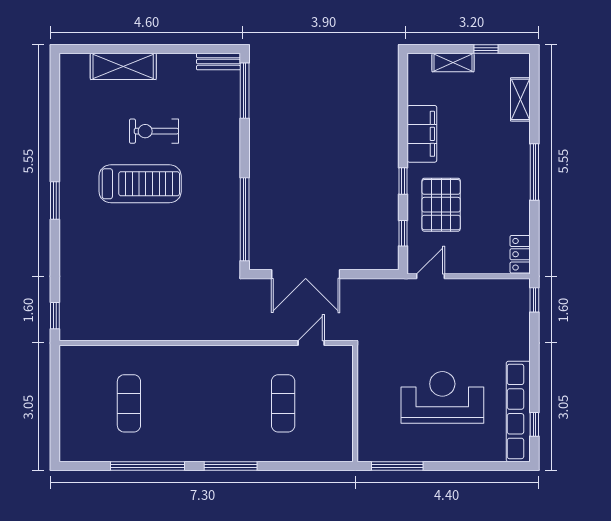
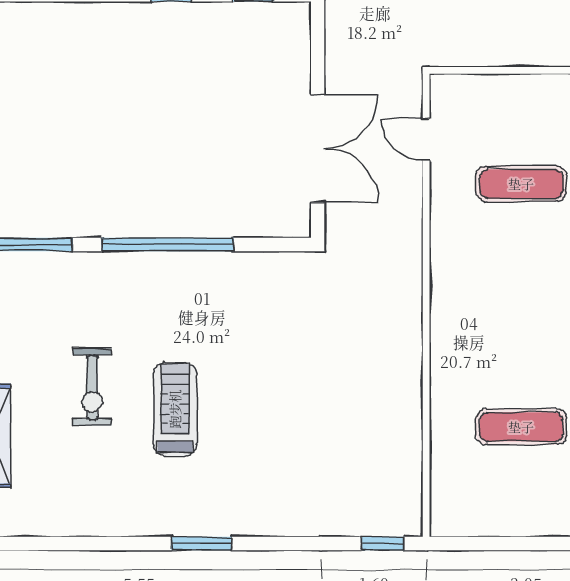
treadmill: (140, 184) -> (175, 409), width x0.73, depth x0.73
window: (245, 219) -> (168, 245), moved

